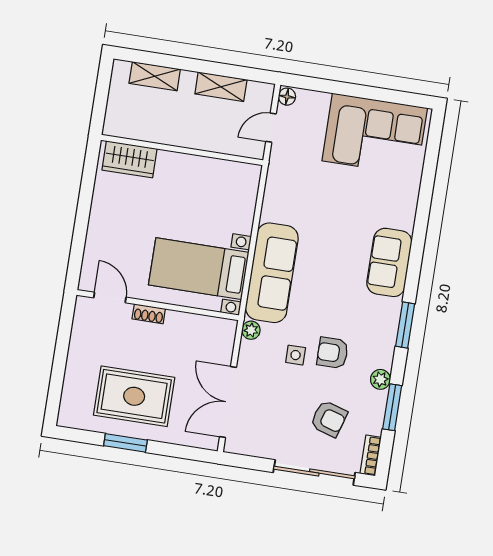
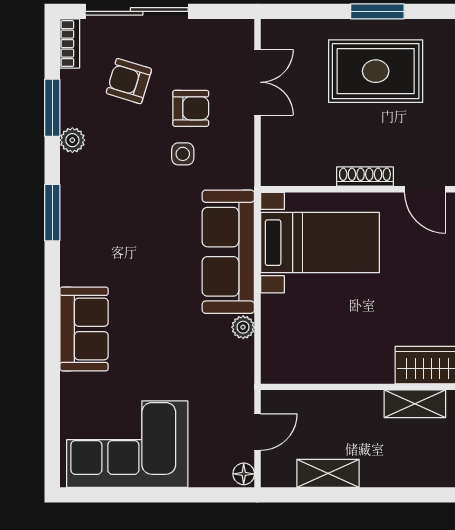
shelving: (155, 76) -> (415, 404), moved
sofa: (389, 262) -> (84, 329), moved
shoe rack: (149, 314) -> (365, 177), width x1.43
plant: (251, 330) -> (243, 327), moved
armchair: (333, 353) -> (191, 108), moved
double door: (228, 402) -> (258, 82), width x0.73

